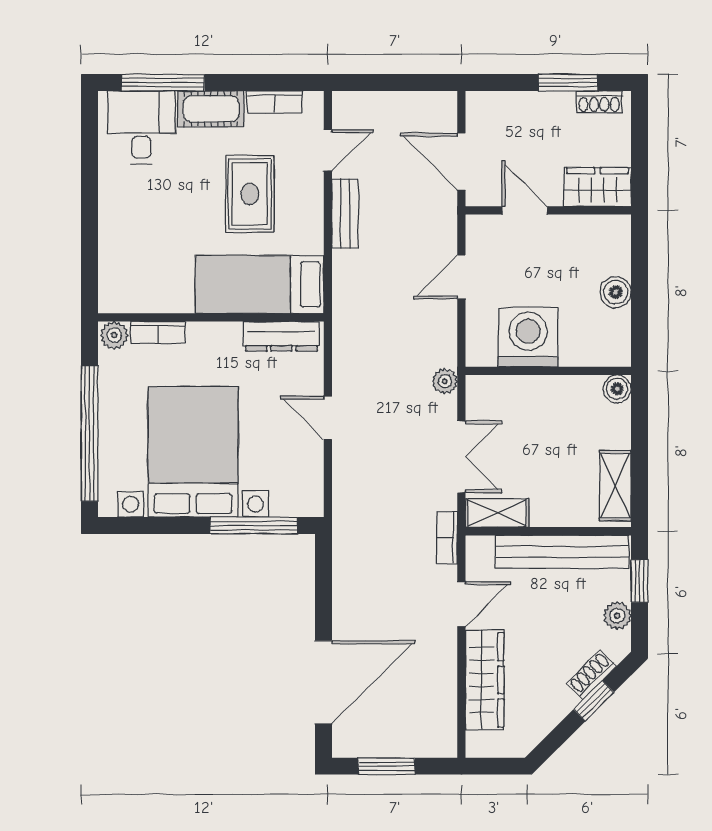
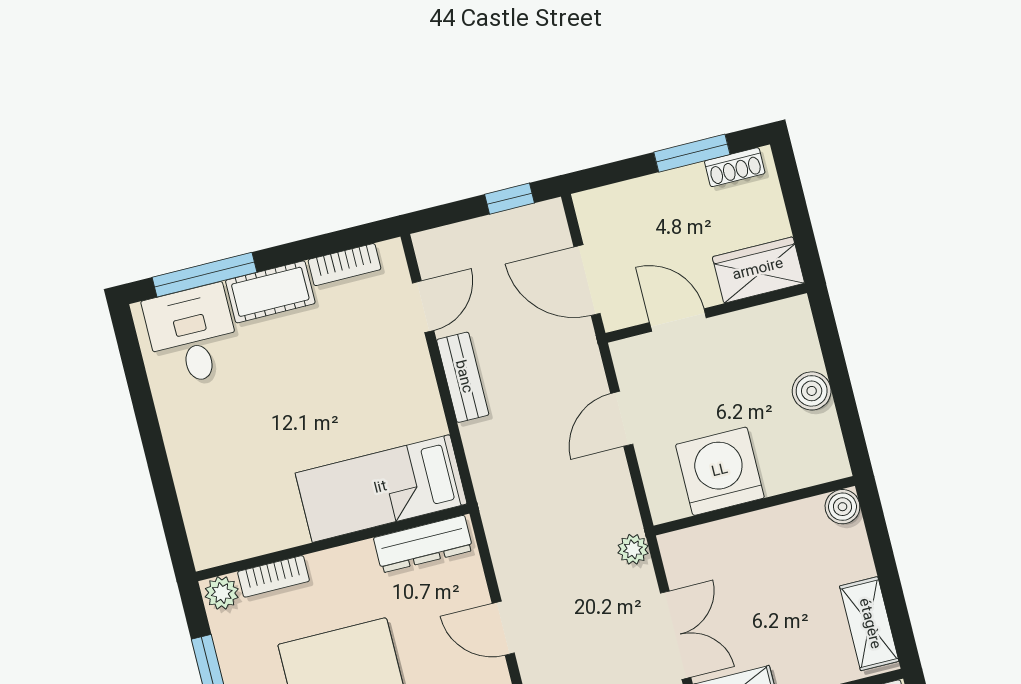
window: (417, 83) -> (509, 199), added
rug: (250, 194) -> (342, 383), removed

